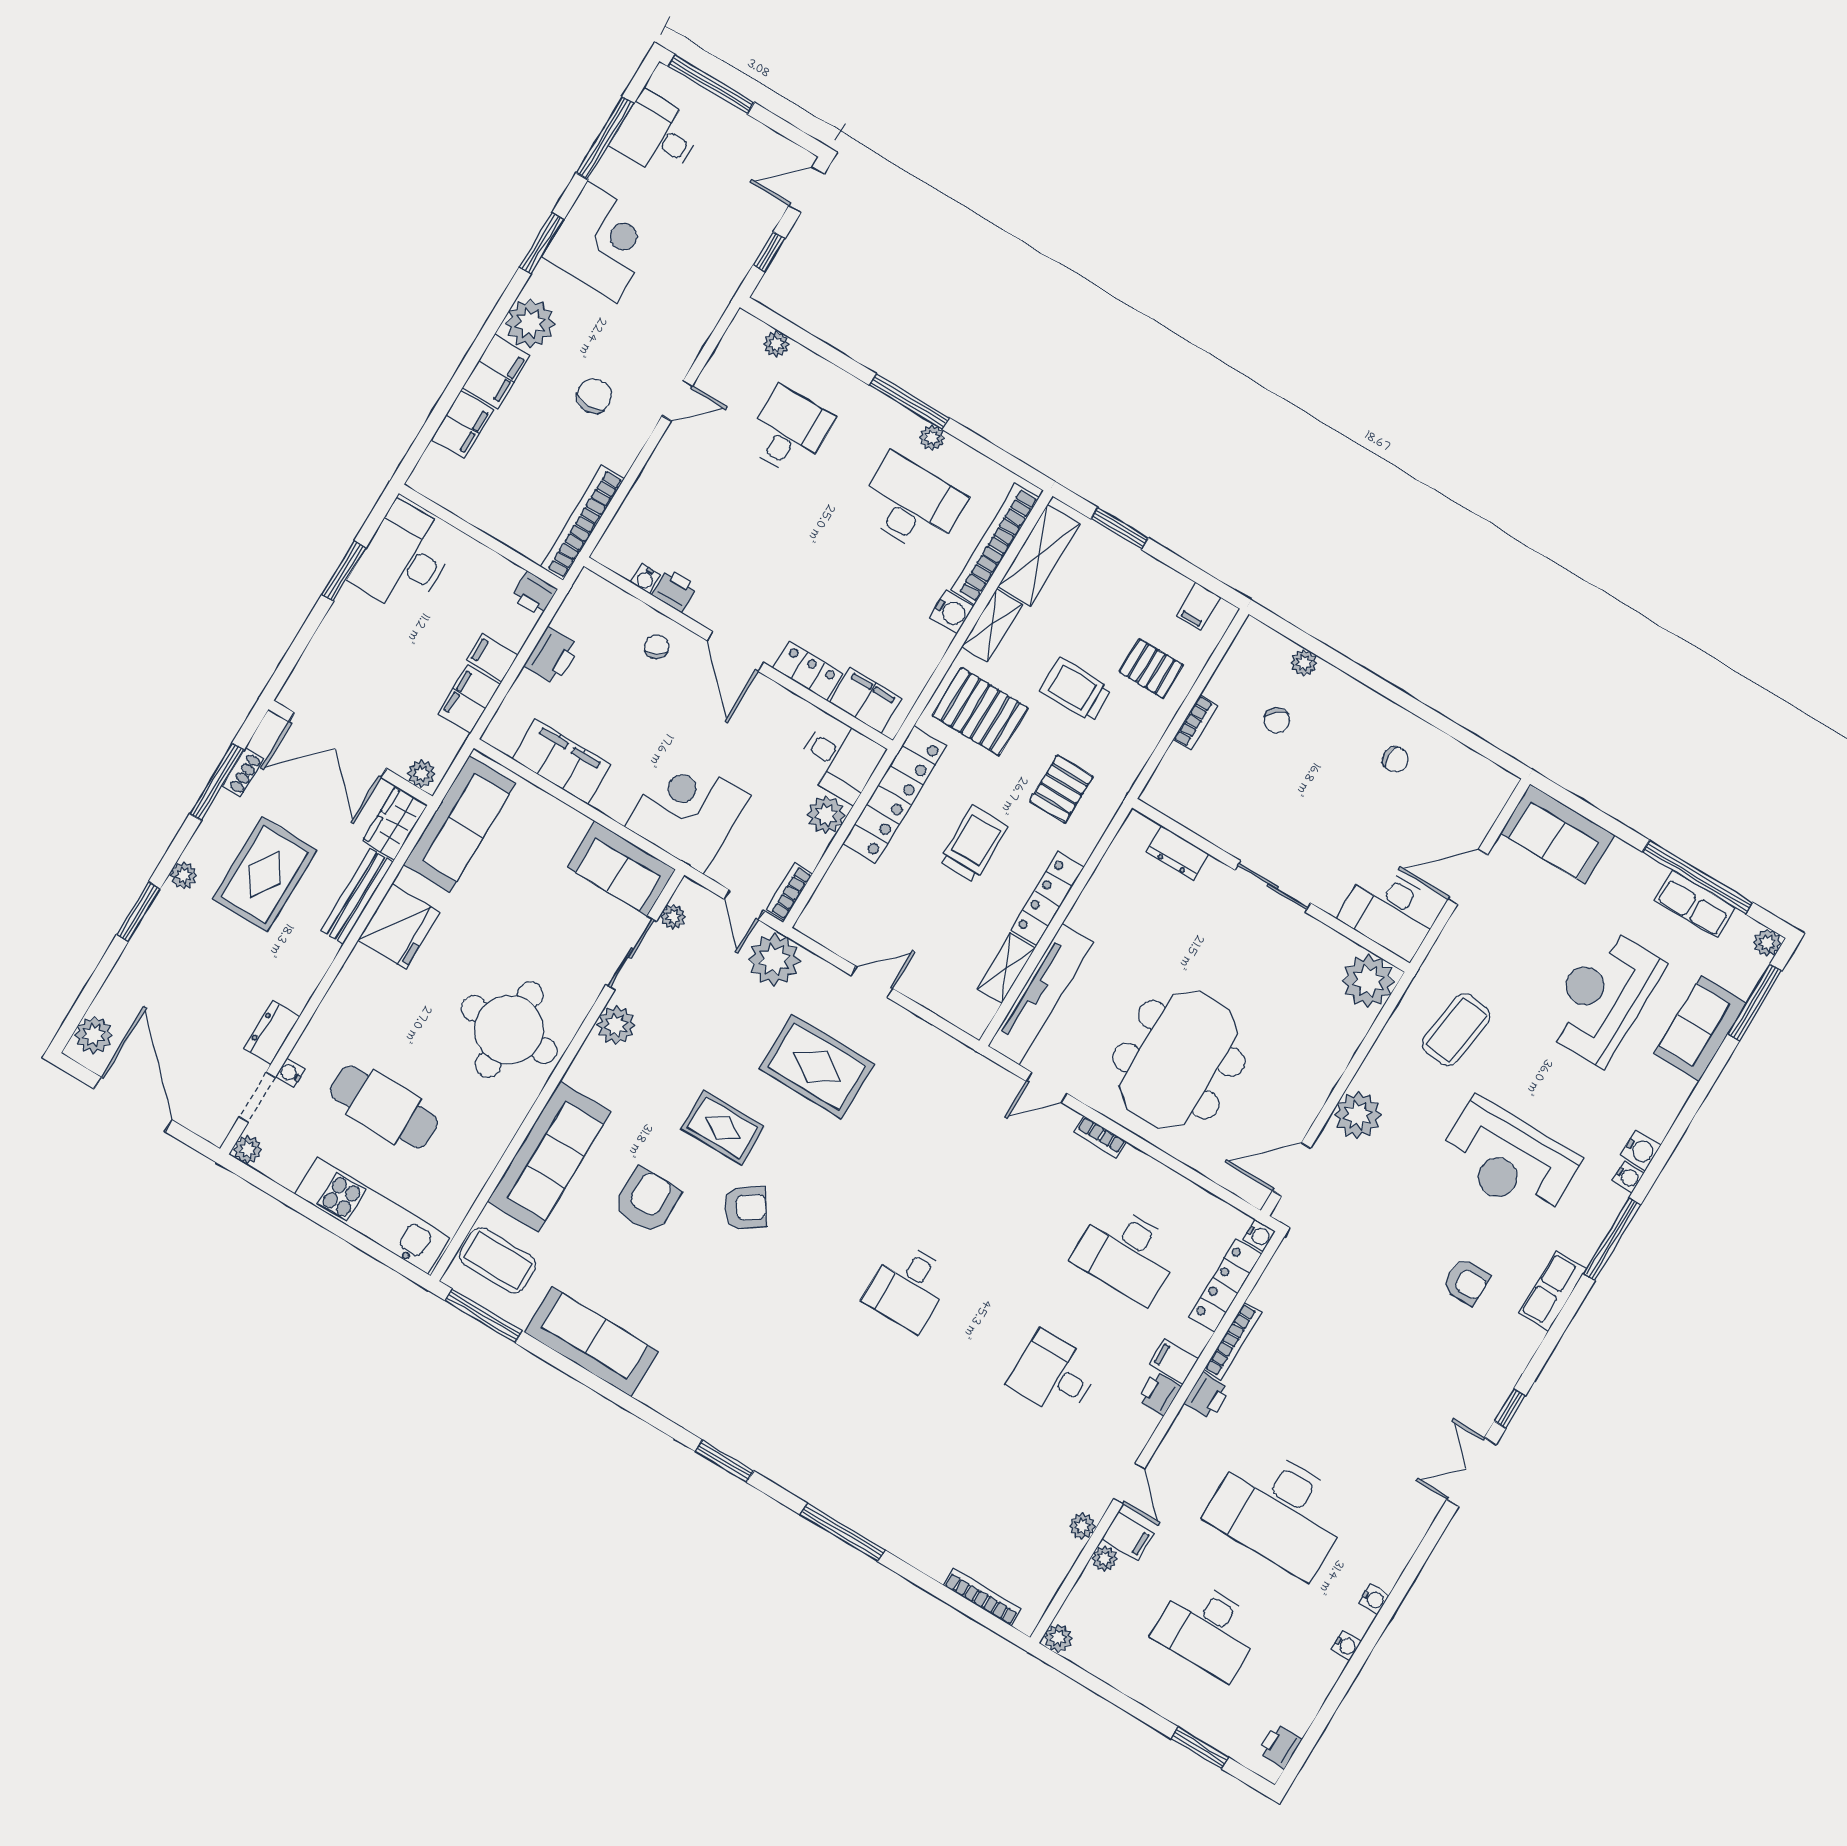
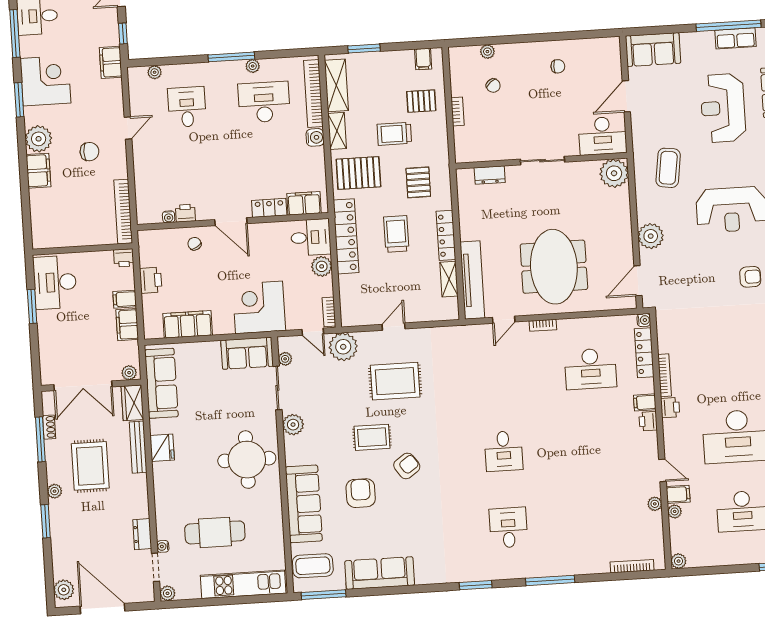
chair: (594, 396) -> (89, 152), turned 90
filing cabinet: (462, 425) -> (111, 62), moved, turned 180
fridge: (399, 926) -> (162, 448), width x0.73, depth x0.75
desk: (1054, 1375) -> (508, 528), moved, turned 90

